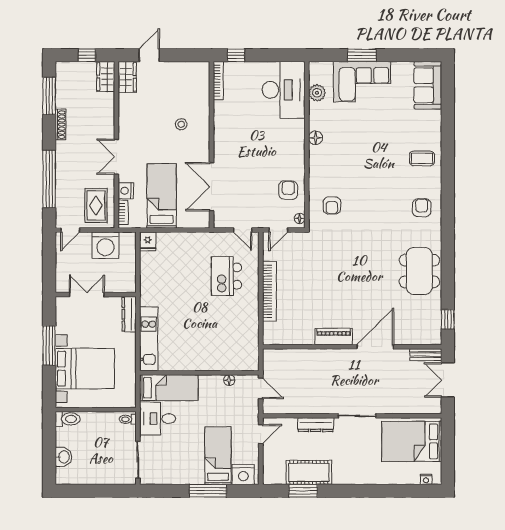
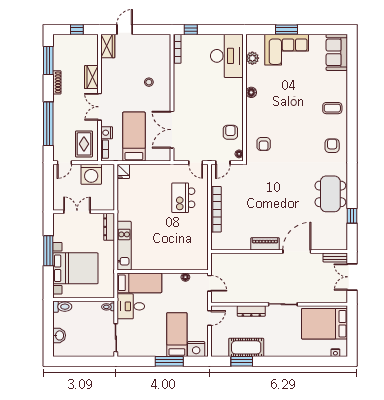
wardrobe: (106, 77) -> (91, 77), moved
window: (448, 319) -> (352, 216), moved

